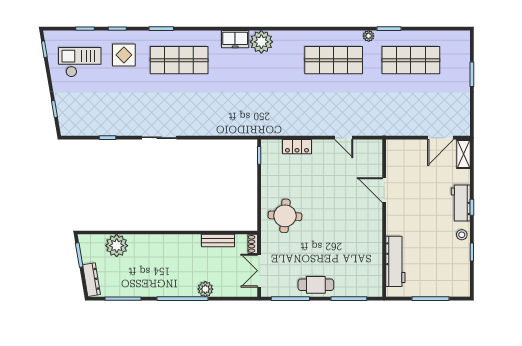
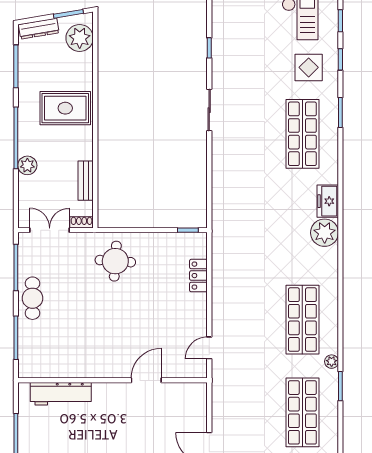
door: (344, 138) -> (209, 348), moved
plant: (117, 246) -> (80, 38), moved
rug: (158, 258) -> (65, 108), added

